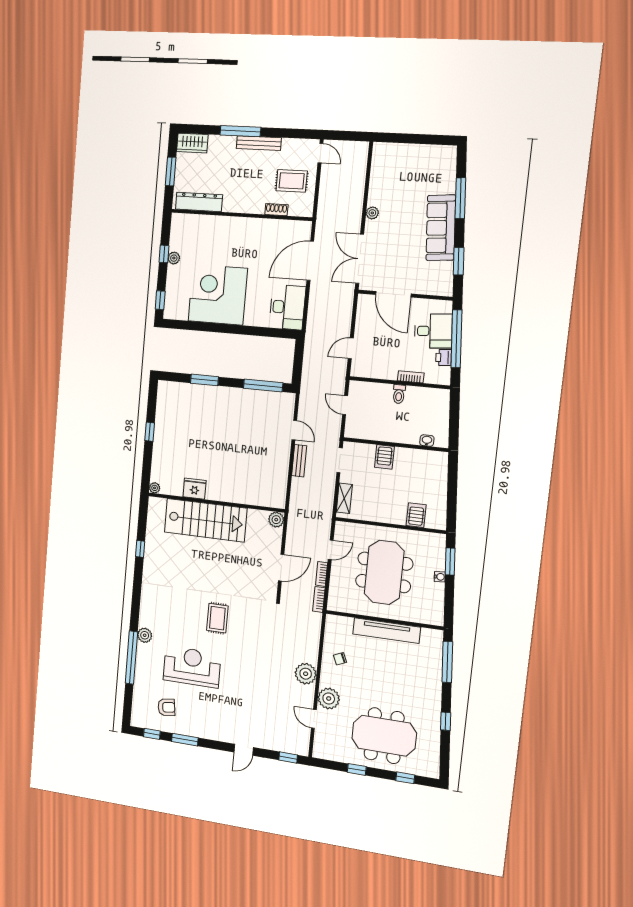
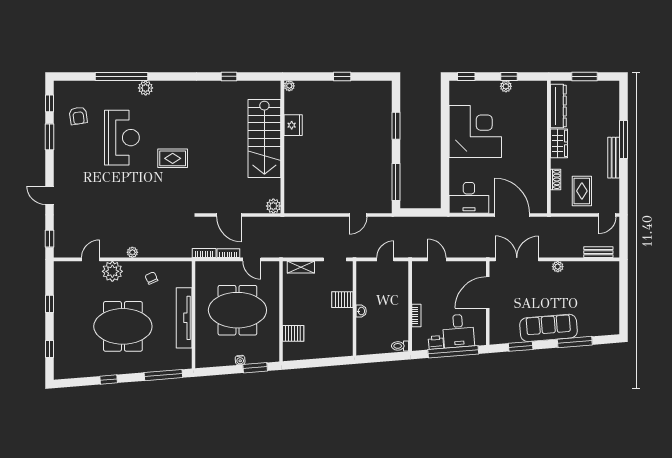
wardrobe: (192, 143) -> (559, 143), moved, turned 180
toilet: (399, 394) -> (400, 346), moved
washbasin: (427, 441) -> (361, 311), moved
bench: (299, 461) -> (598, 252), moved
plant: (306, 674) -> (132, 252), width x0.53, depth x0.53
meeting table: (384, 736) -> (123, 326), moved, turned 90

